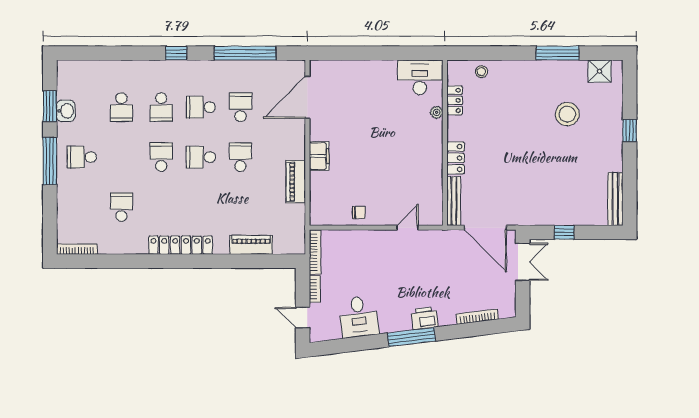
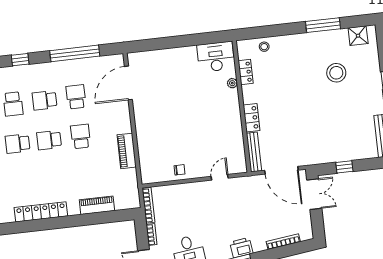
filing cabinet: (319, 156) -> (143, 129), removed
school desk: (161, 157) -> (18, 144), turned -90

